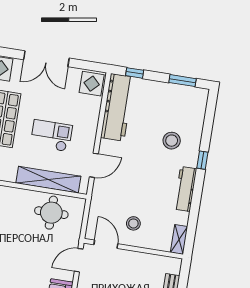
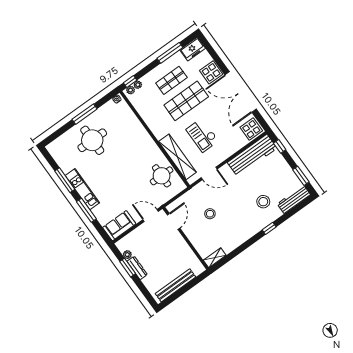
double door: (46, 59) -> (241, 92), width x1.36
checkout: (51, 136) -> (202, 135), turned 180
workbench: (185, 189) -> (294, 199), moved
stool: (133, 223) -> (210, 214), moved

